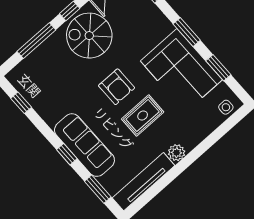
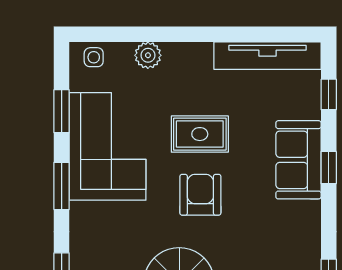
sofa: (84, 145) -> (298, 160), width x0.73
plant: (177, 153) -> (148, 55), moved
window: (98, 189) -> (329, 94), width x0.67

